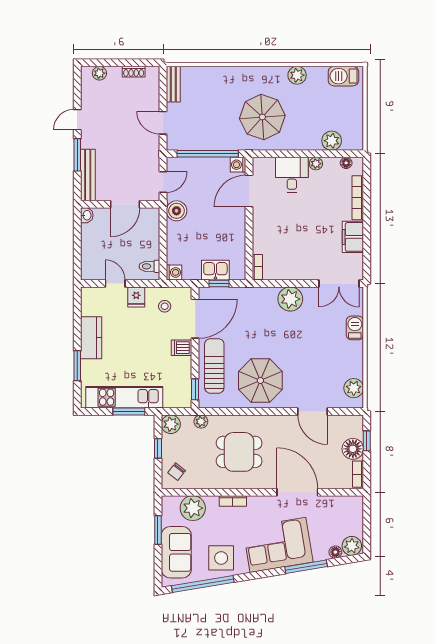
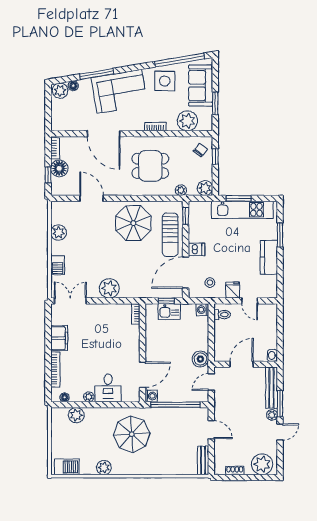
plant: (99, 73) -> (262, 464), width x1.88, depth x1.88
plant: (87, 141) -> (272, 415), added
plant: (354, 388) -> (59, 233), moved
window: (158, 448) -> (215, 156), moved

